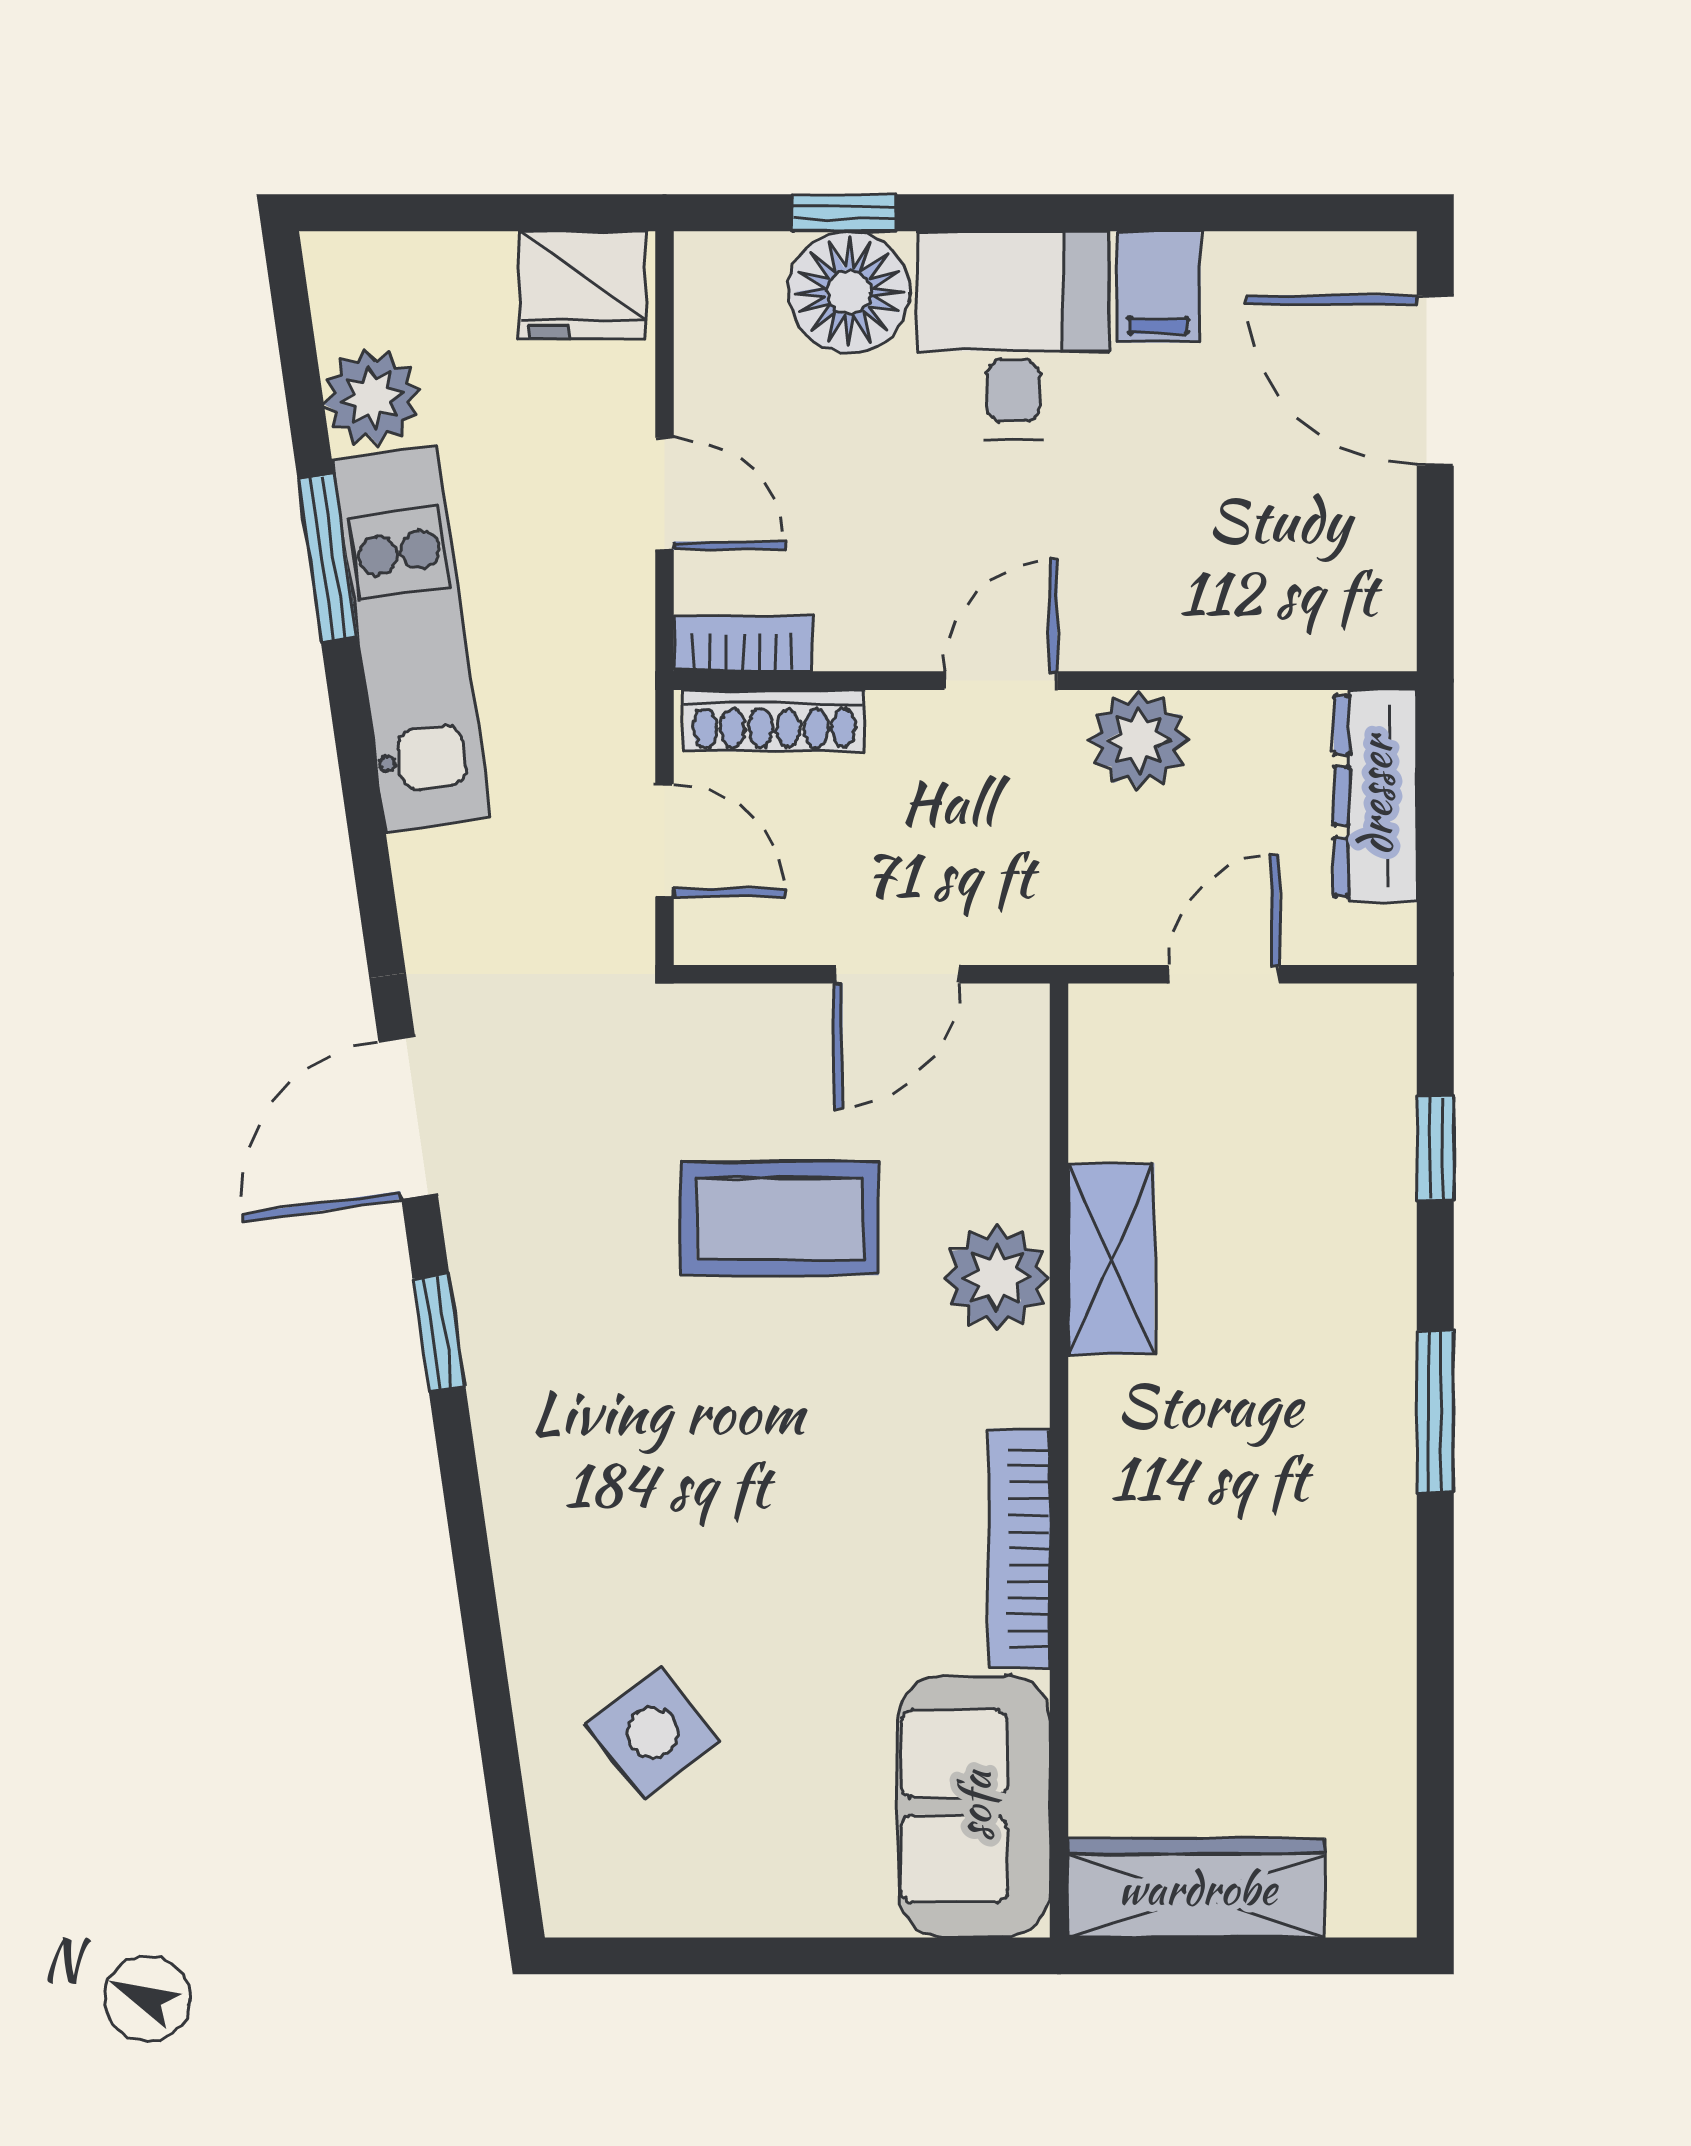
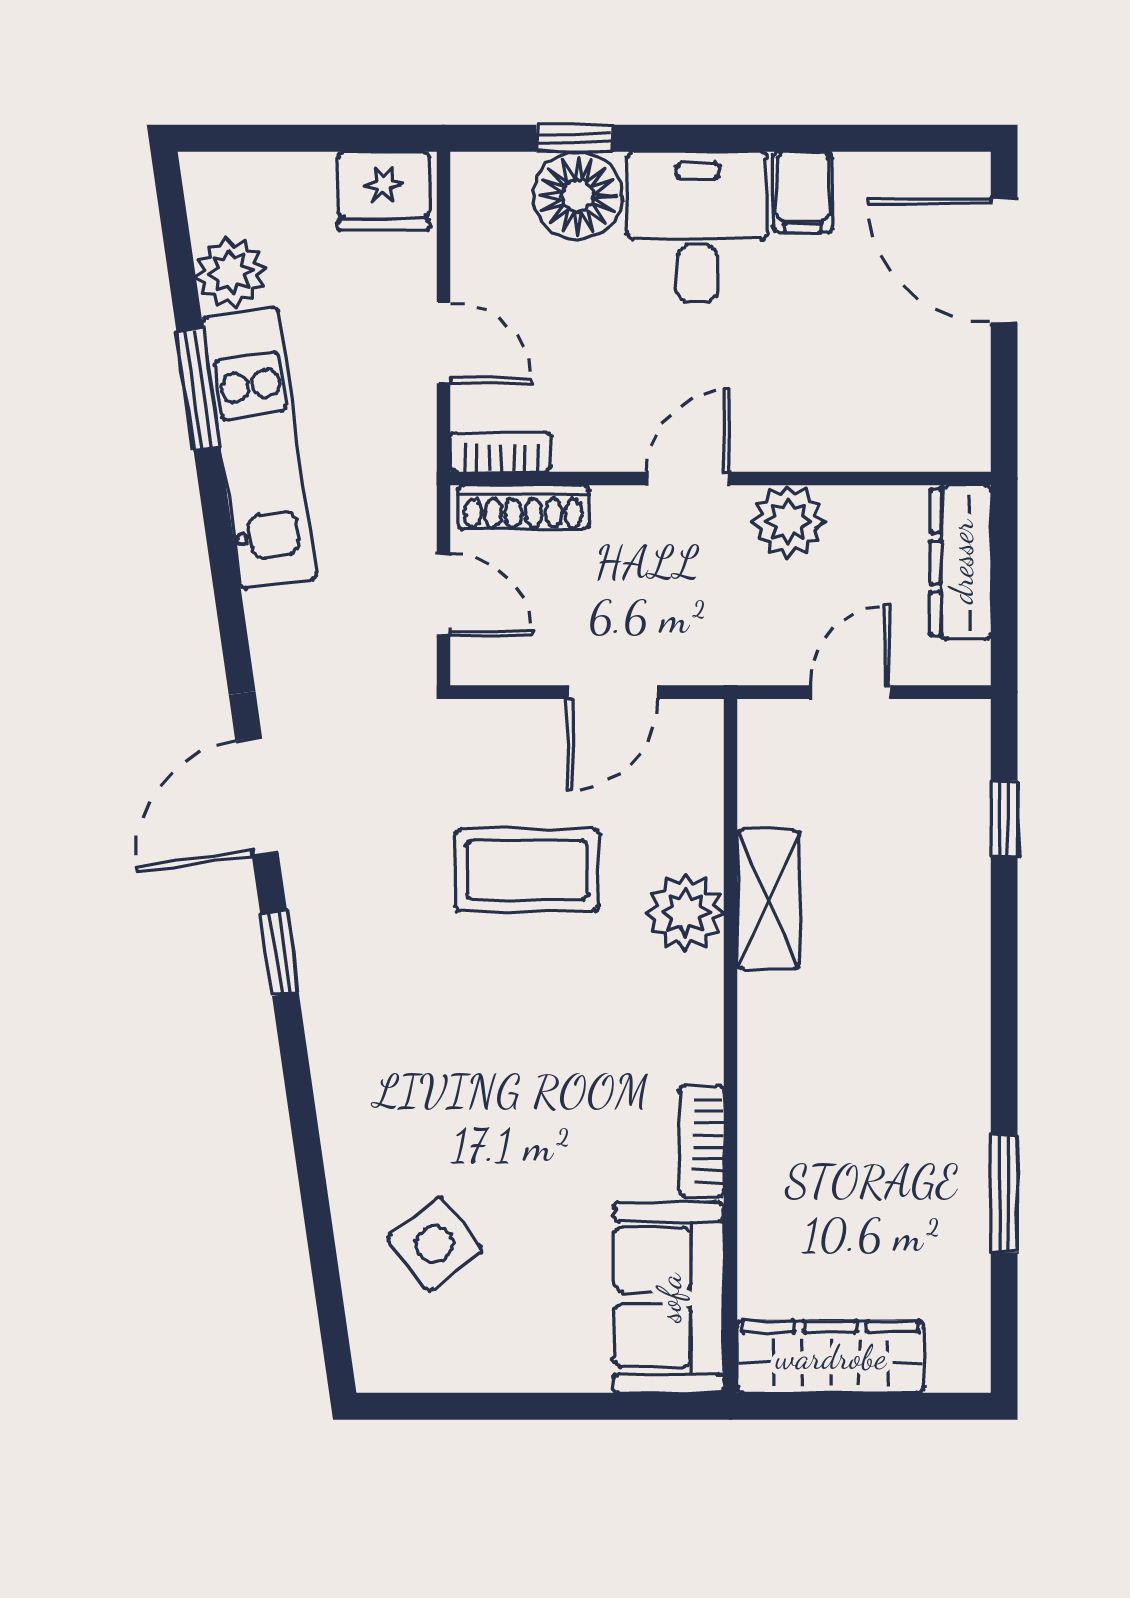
window: (1435, 1411) -> (1004, 1194), moved
bookcase: (1019, 1548) -> (702, 1141), width x0.64

